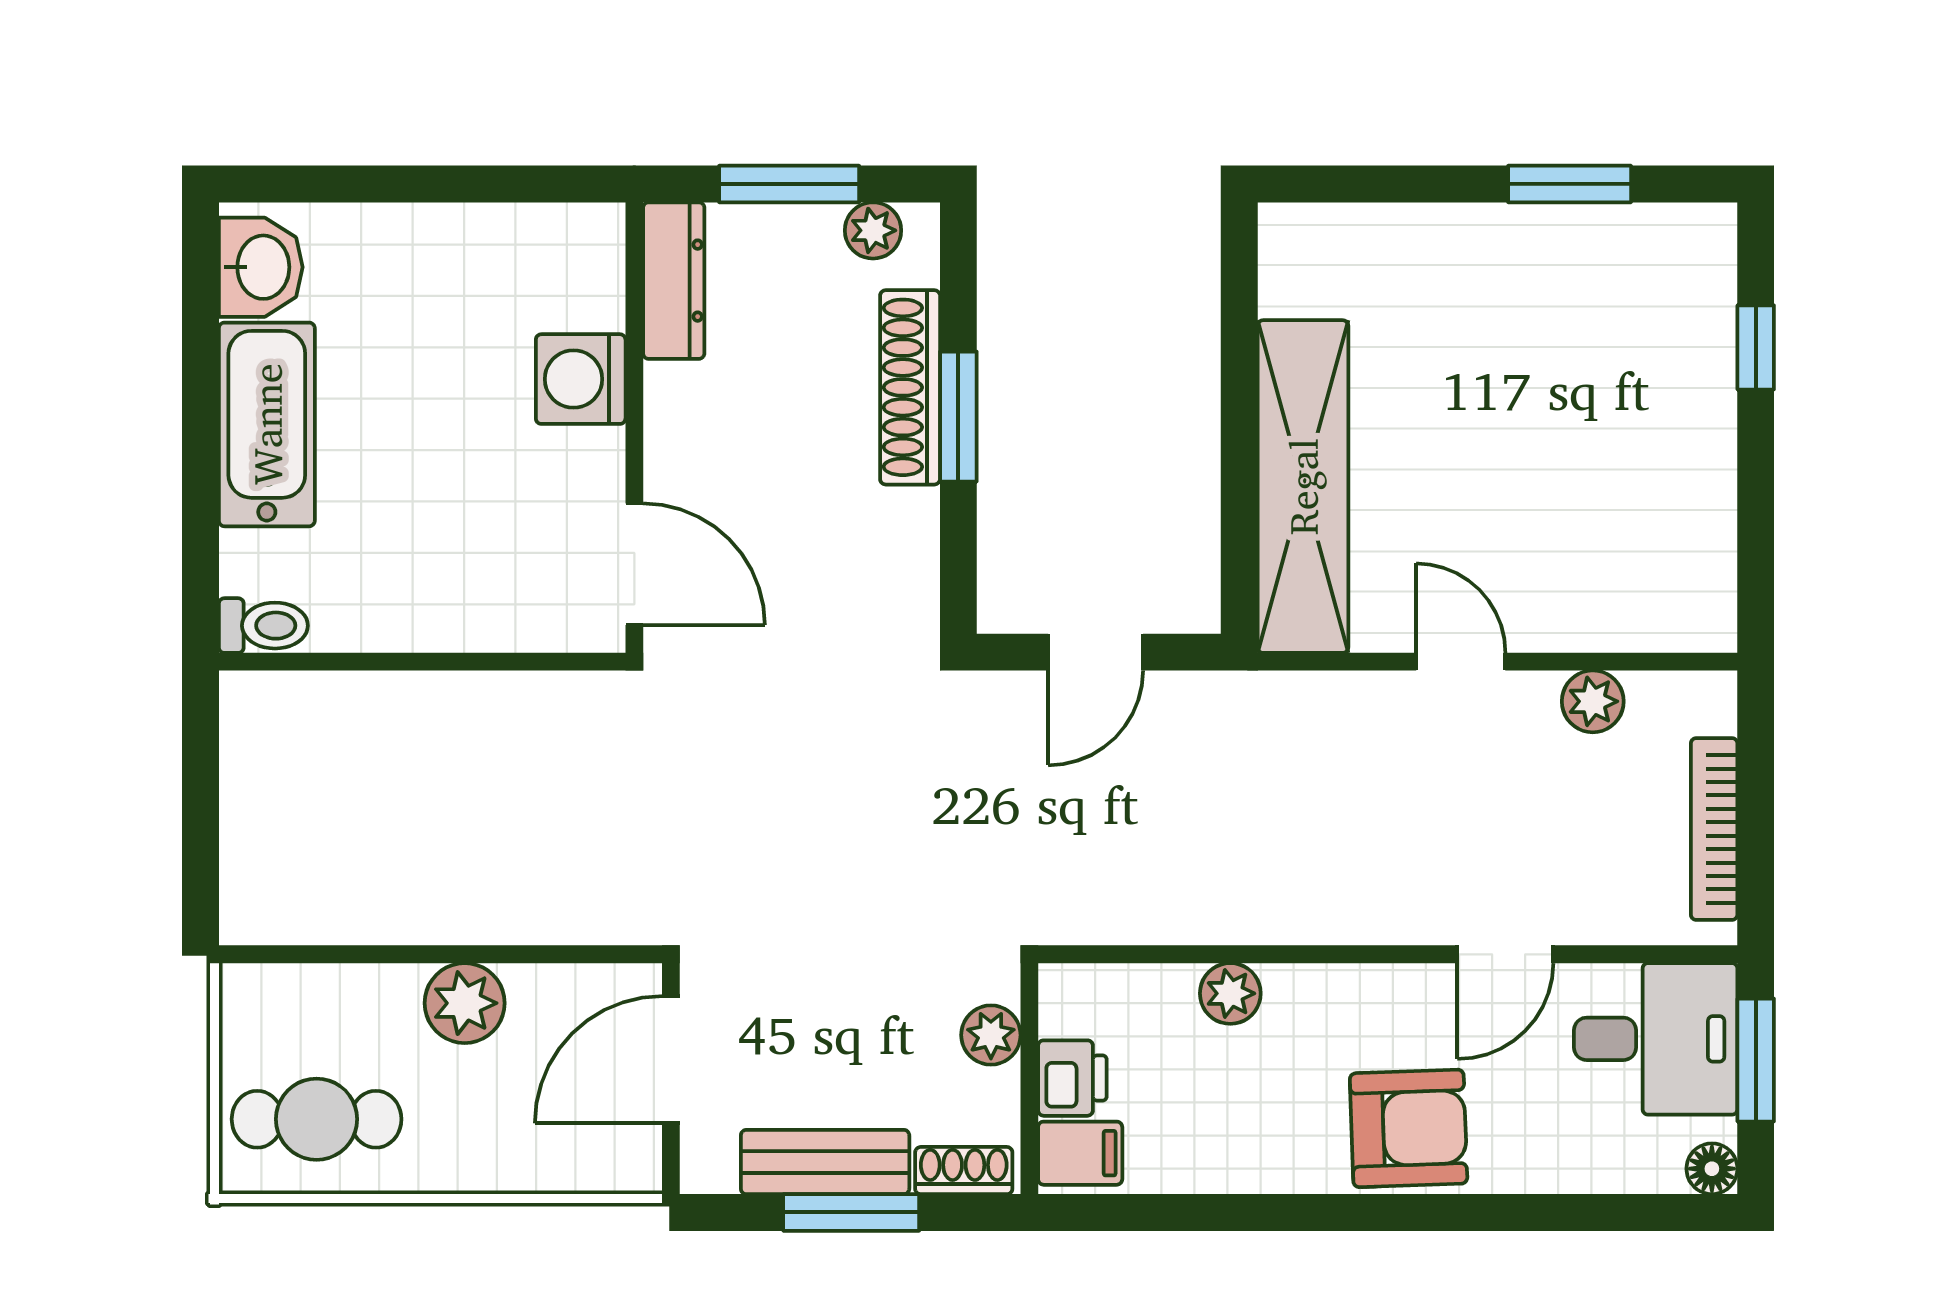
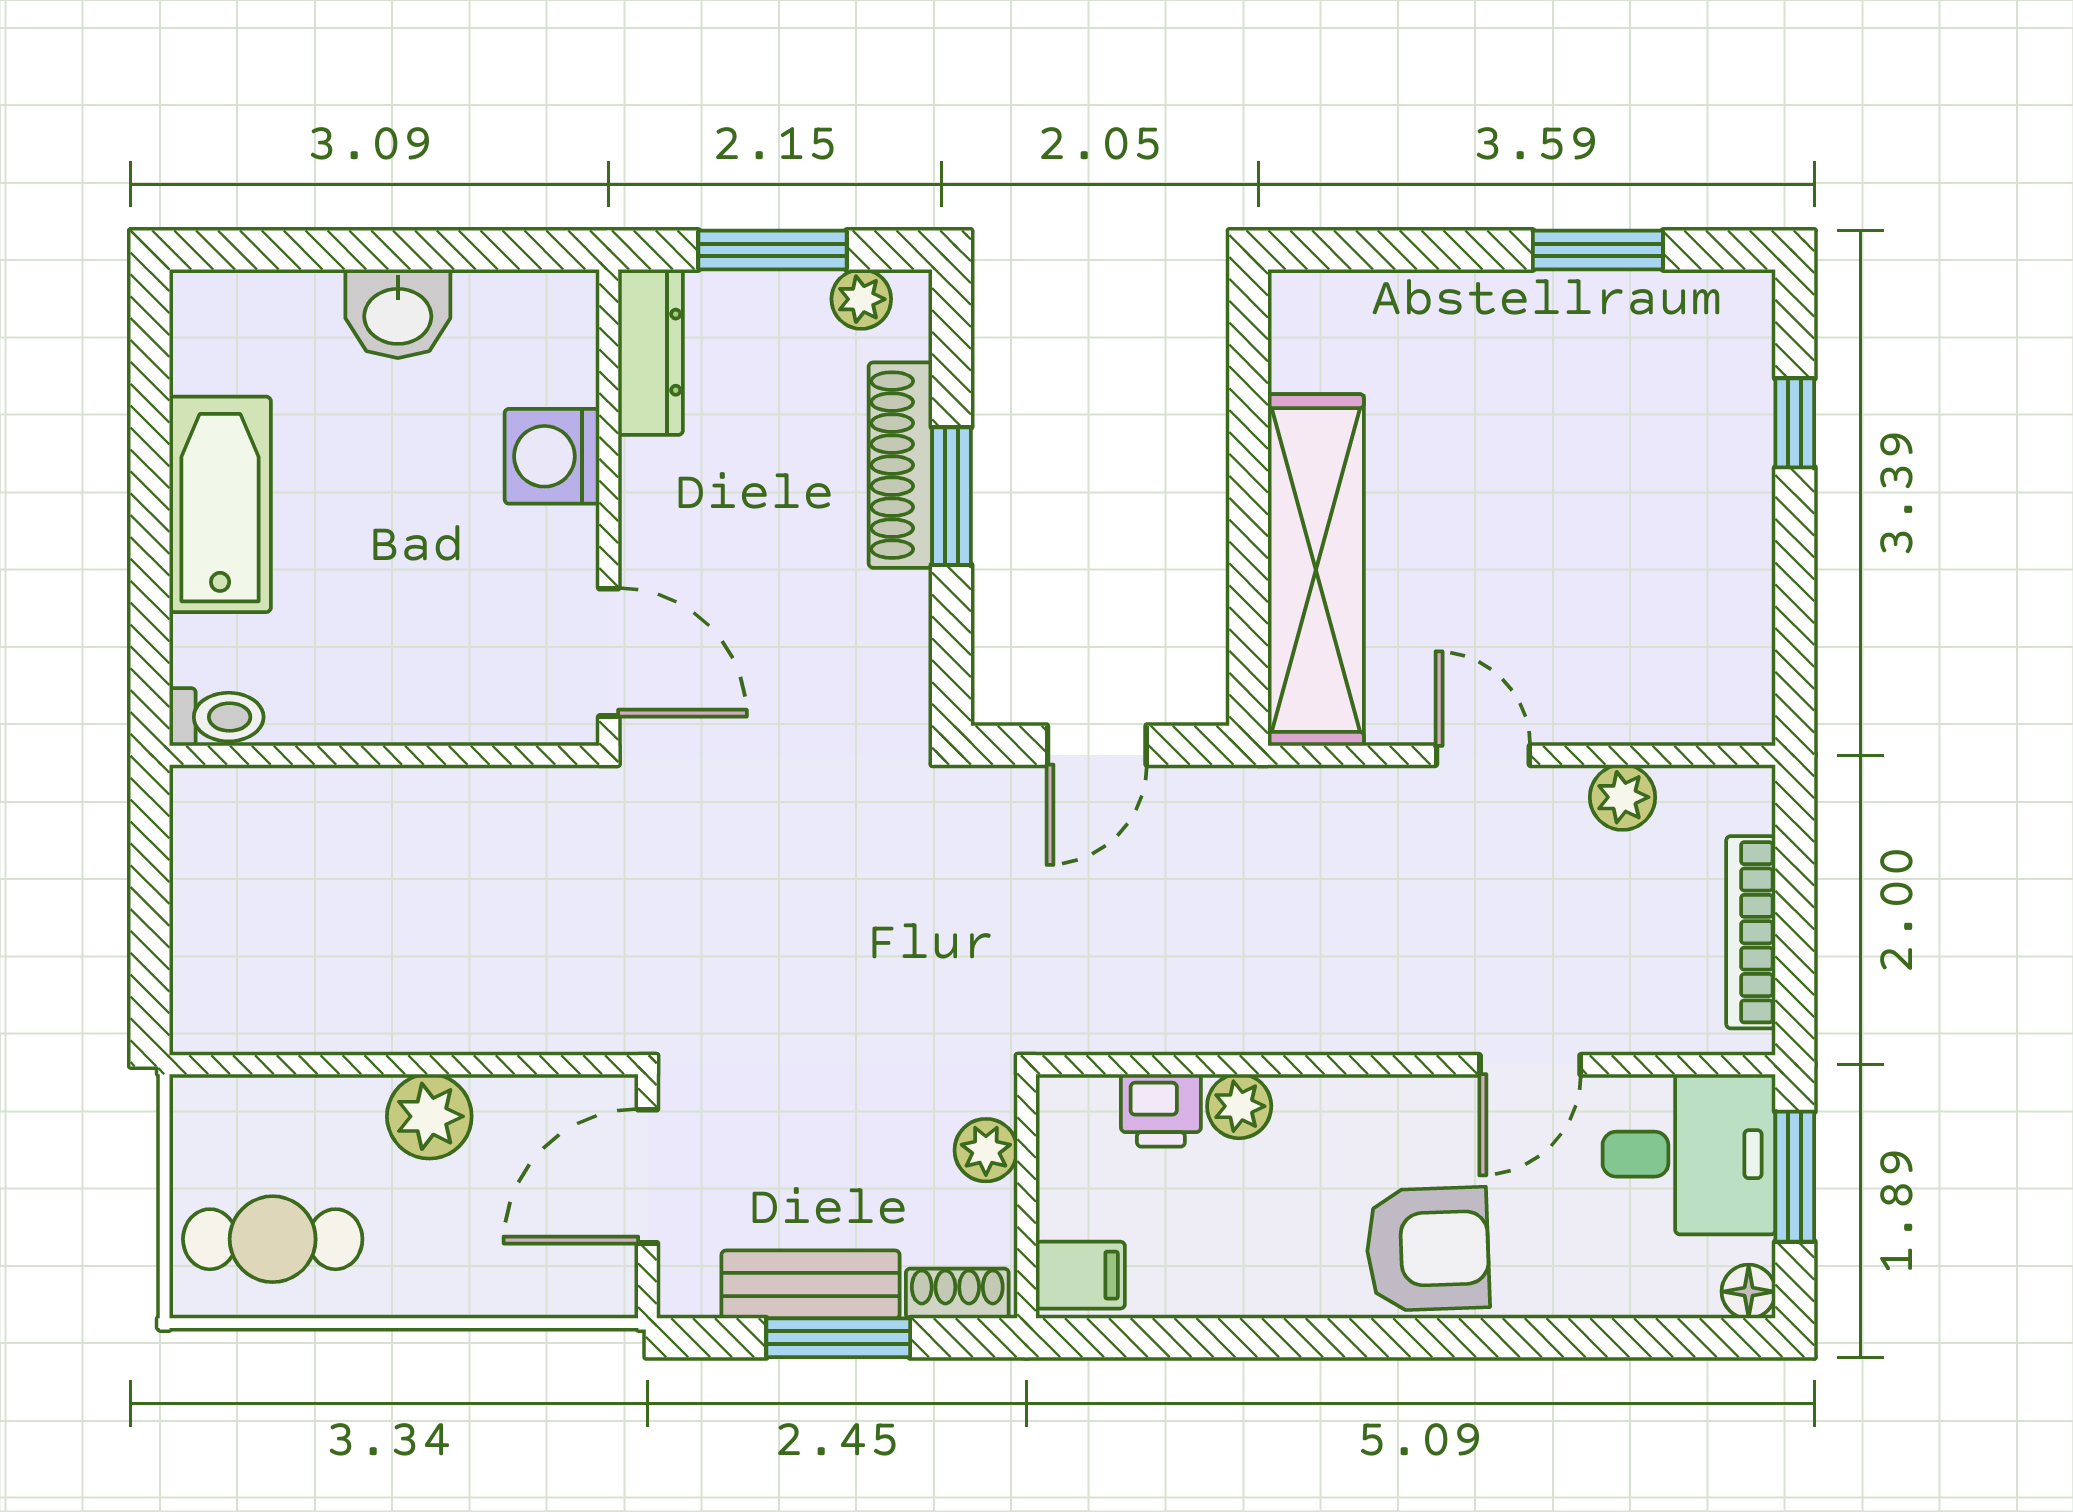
washbasin: (261, 267) -> (398, 314), moved, turned 90
printer: (1072, 1078) -> (1161, 1110), moved, turned 90

